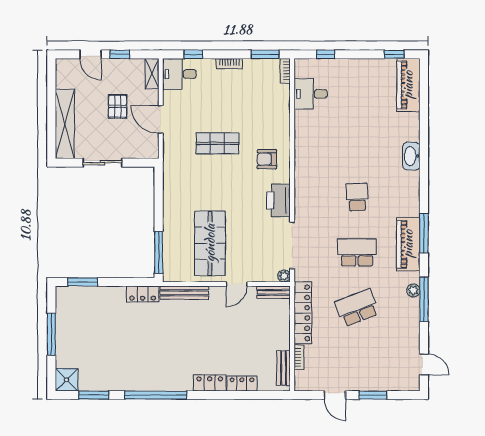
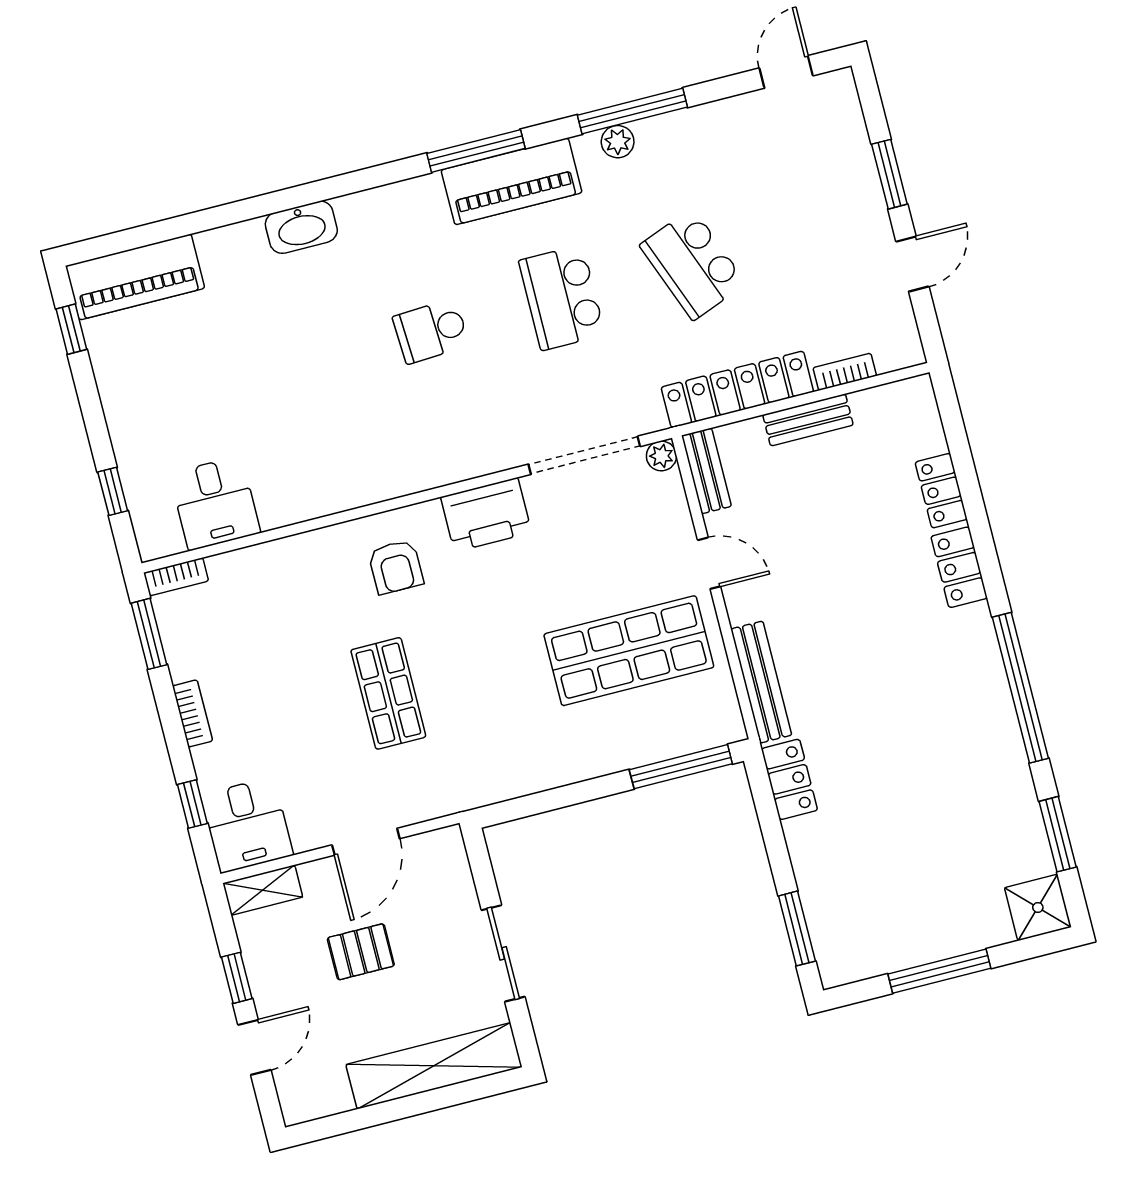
bench: (284, 368) -> (808, 420), moved

